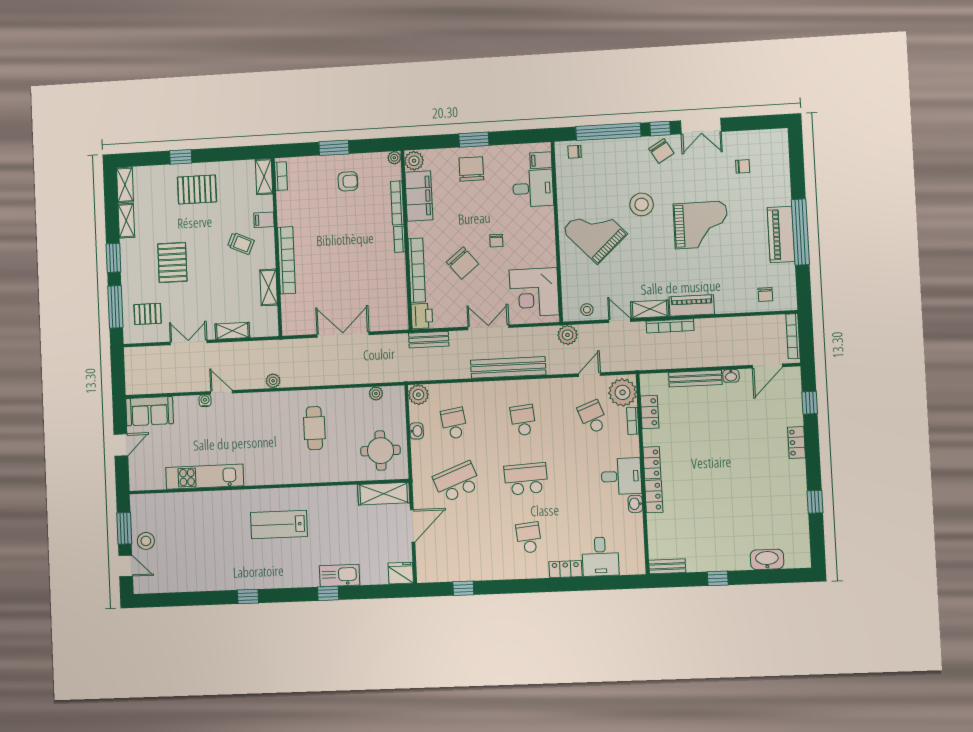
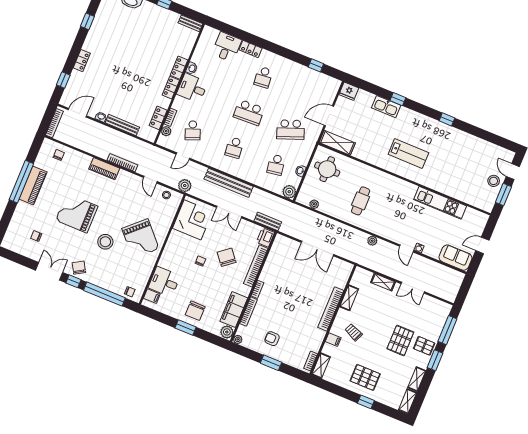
shelving: (650, 309) -> (130, 178), removed
pallet: (148, 314) -> (424, 346), moved
plant: (623, 392) -> (166, 131), width x0.53, depth x0.53

